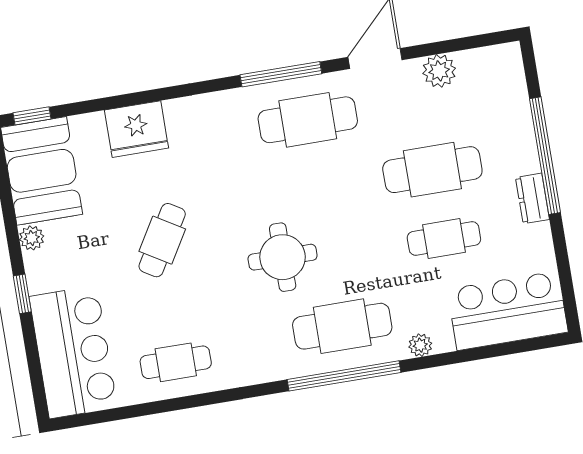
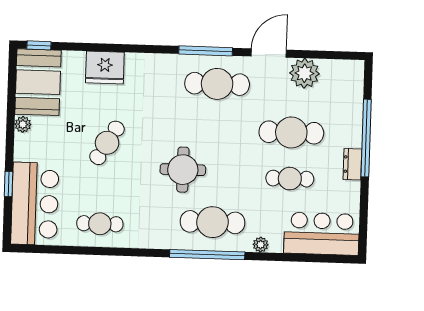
plant: (439, 71) -> (304, 73), width x1.36, depth x1.36
window: (22, 294) -> (9, 184), moved

